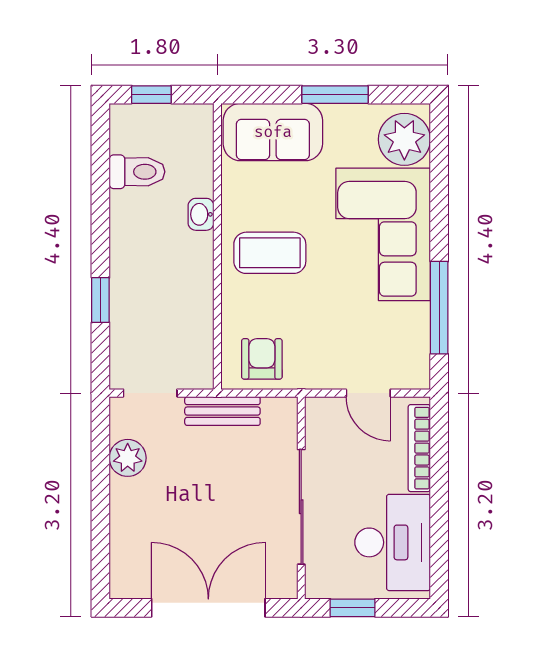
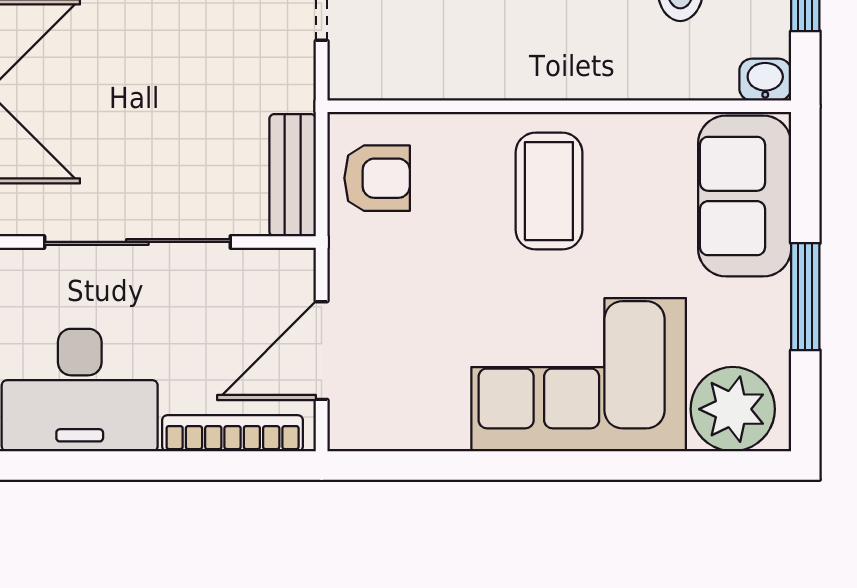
washbasin: (201, 214) -> (765, 80), moved
window: (439, 308) -> (460, 465), removed
door: (368, 393) -> (322, 351), width x1.38
bench: (222, 411) -> (293, 175), moved

